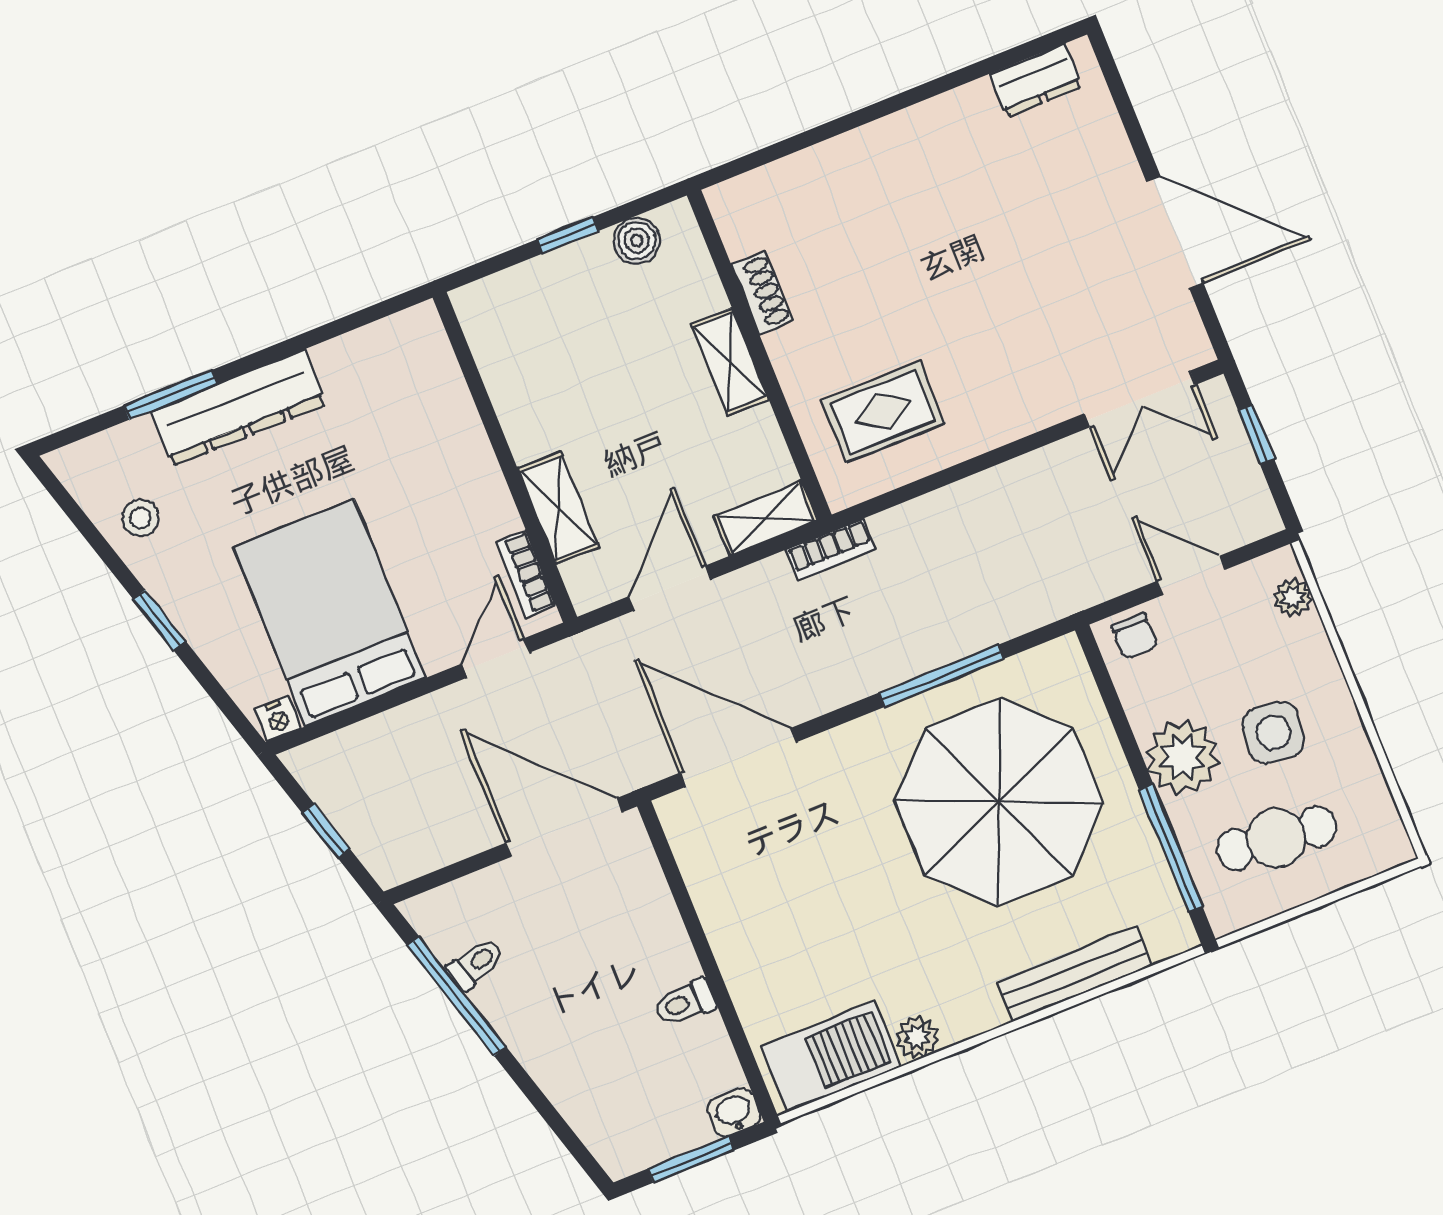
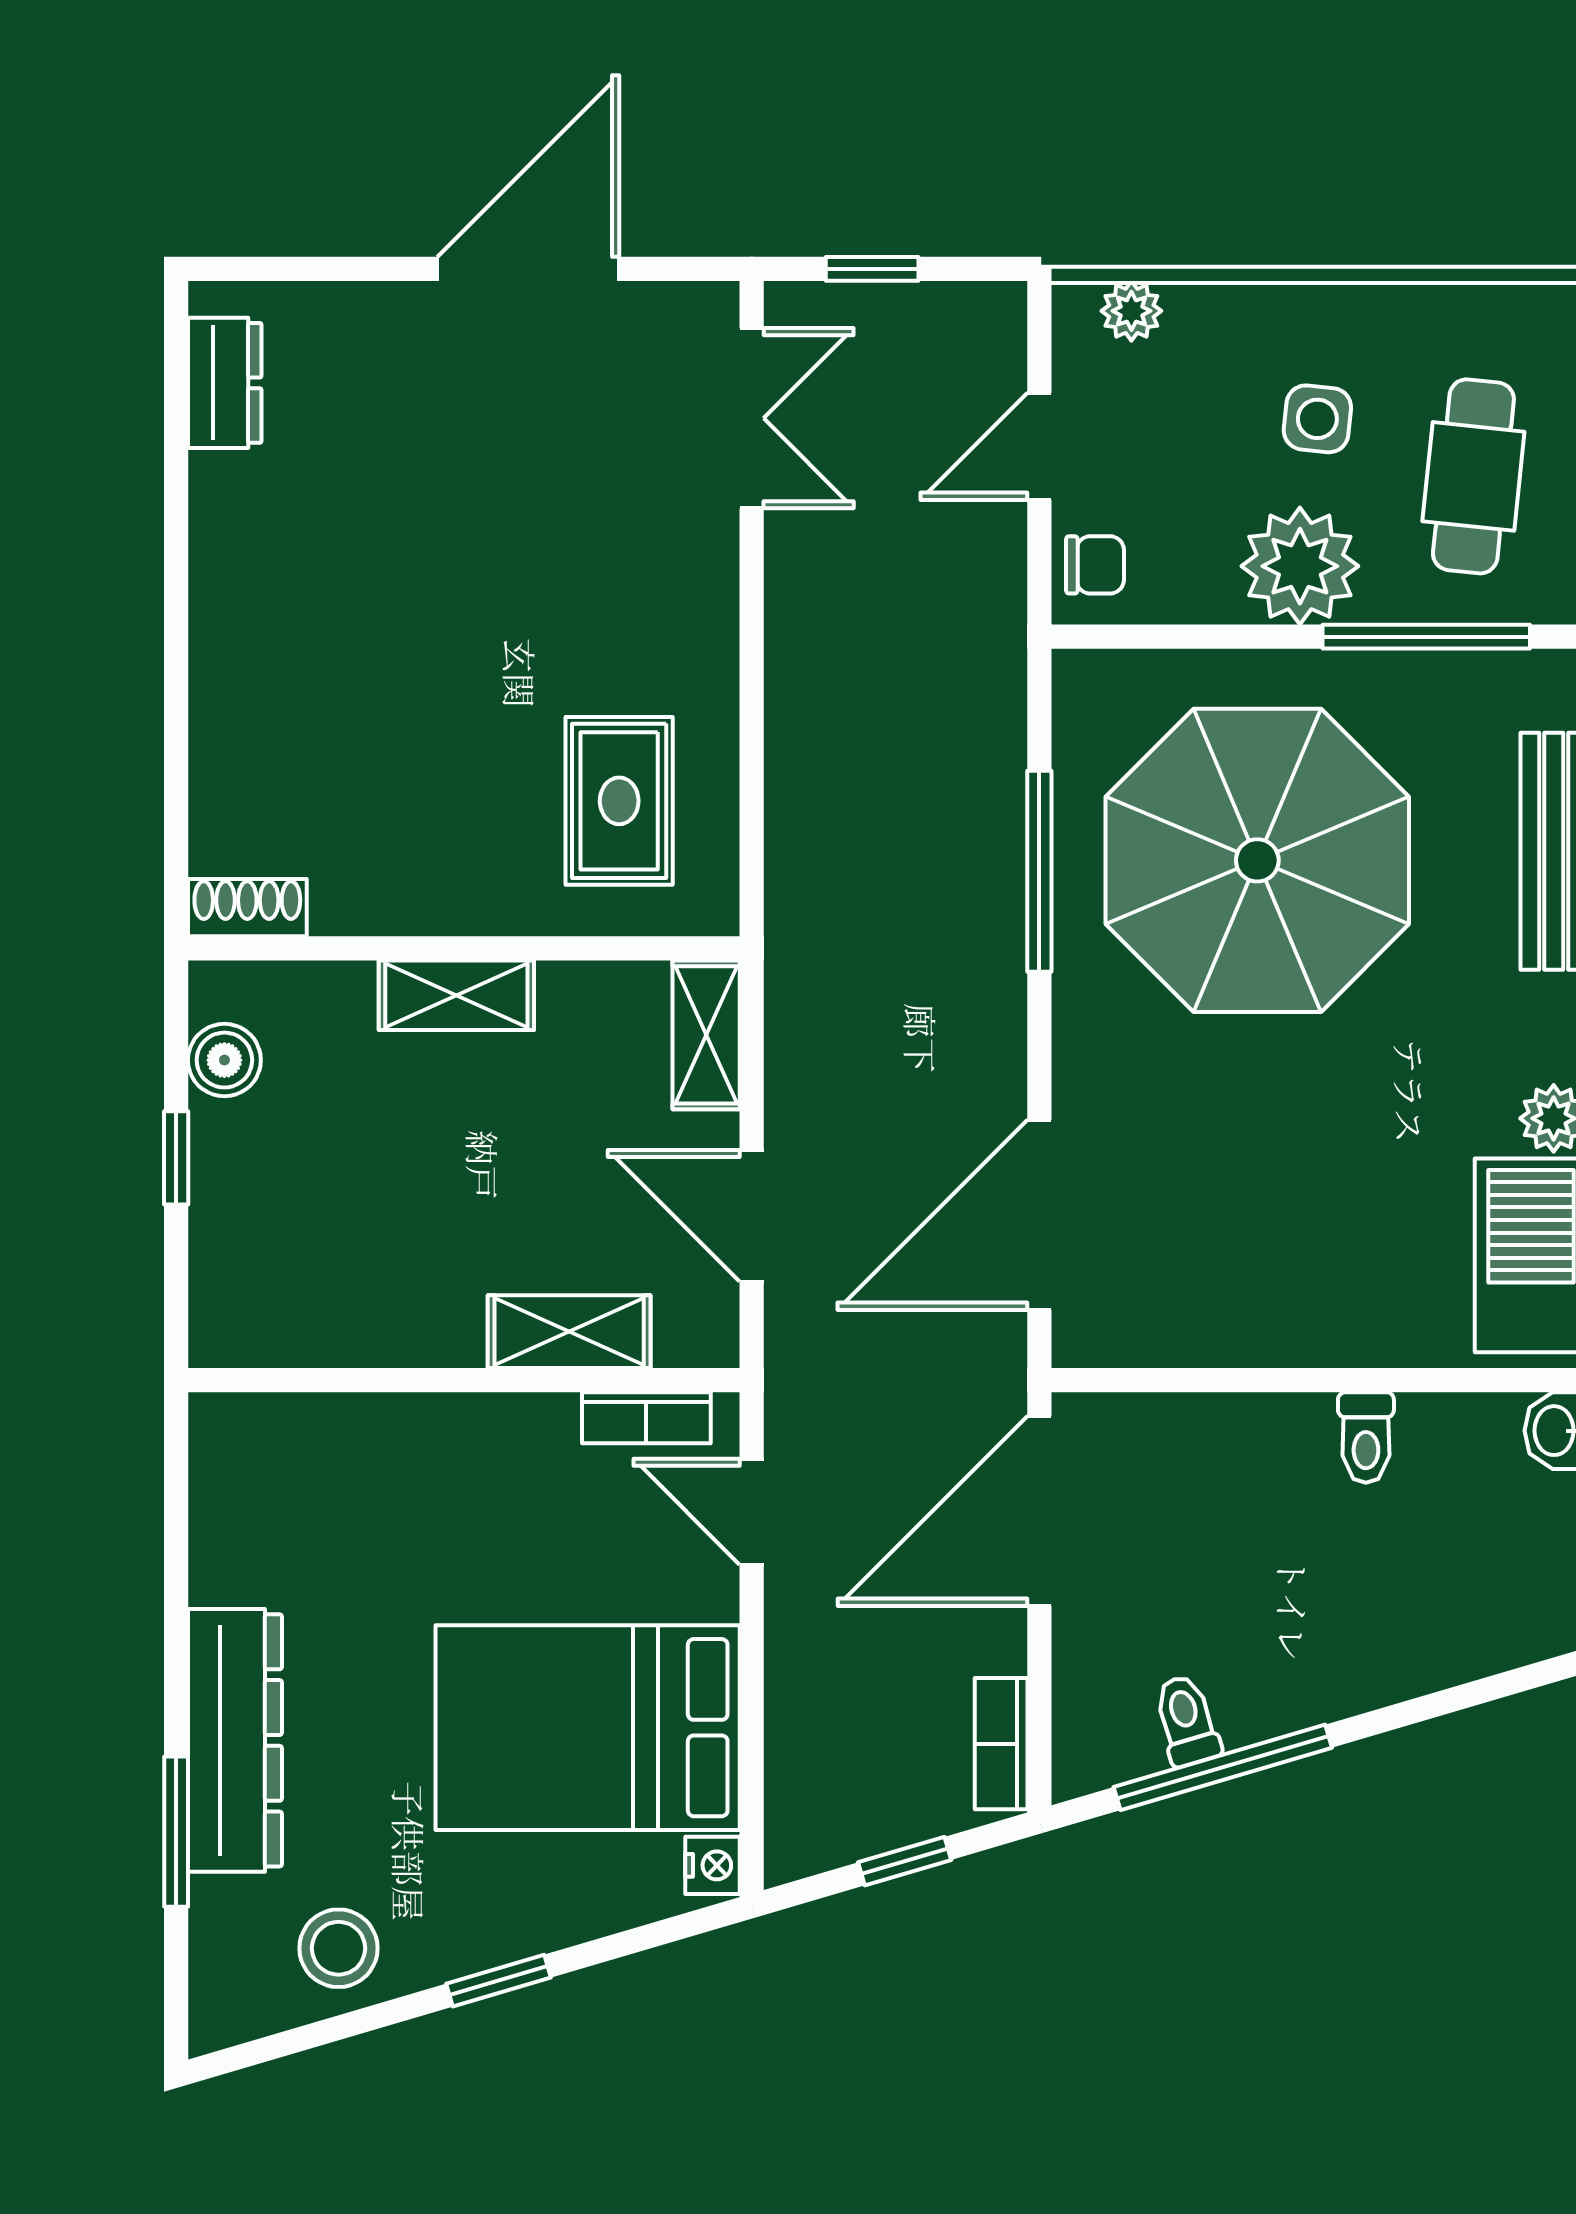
shoe rack: (762, 293) -> (247, 908), moved
stool: (140, 518) -> (339, 1948), width x1.37, depth x1.37
bookcase: (831, 550) -> (1001, 1744), moved, turned 180
side table: (1273, 733) -> (1317, 419), width x0.73, depth x0.73

